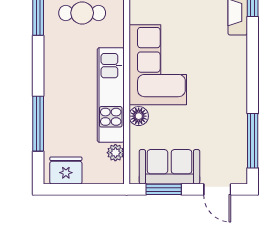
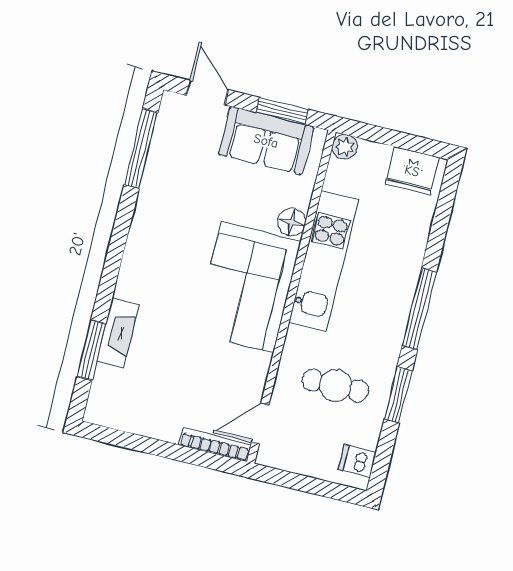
window: (38, 124) -> (419, 309), moved
plant: (115, 153) -> (345, 147), moved

